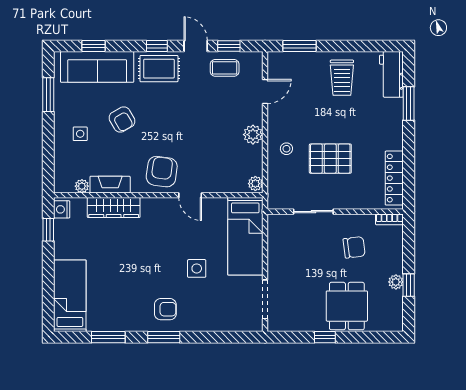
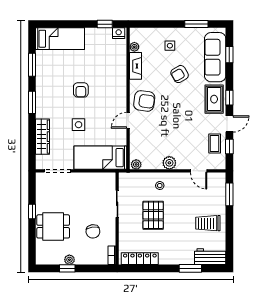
wardrobe: (114, 208) -> (43, 137), moved, turned 180
armchair: (165, 309) -> (81, 90), moved

